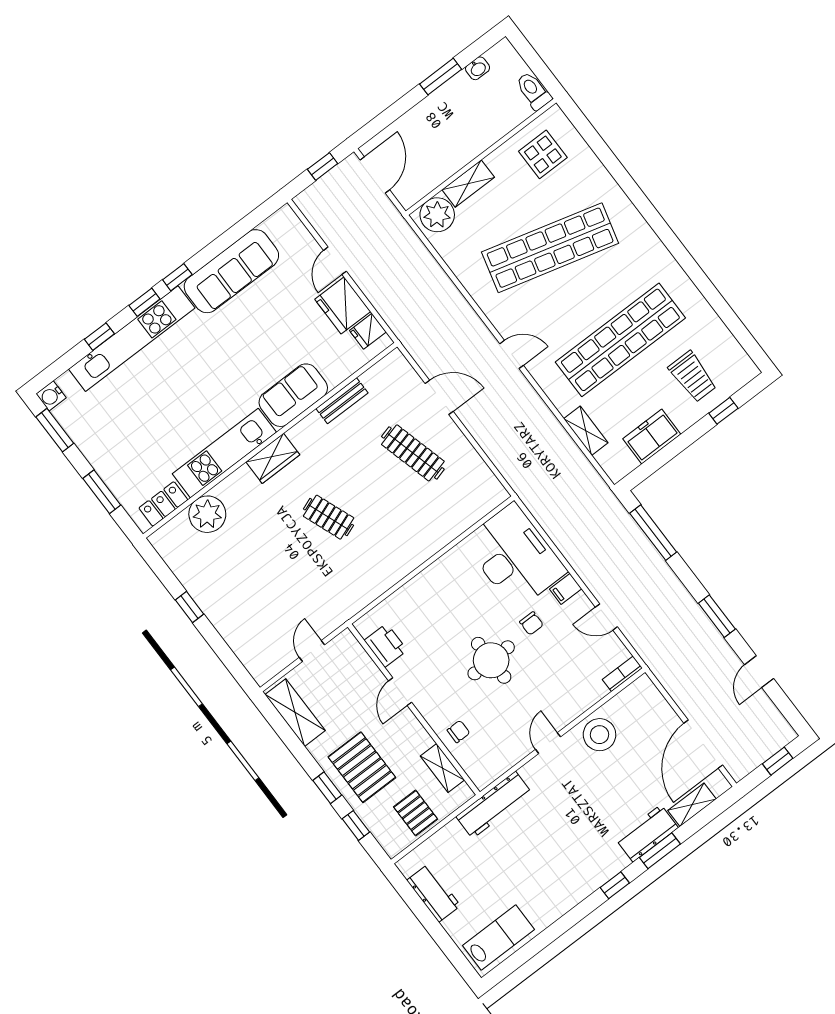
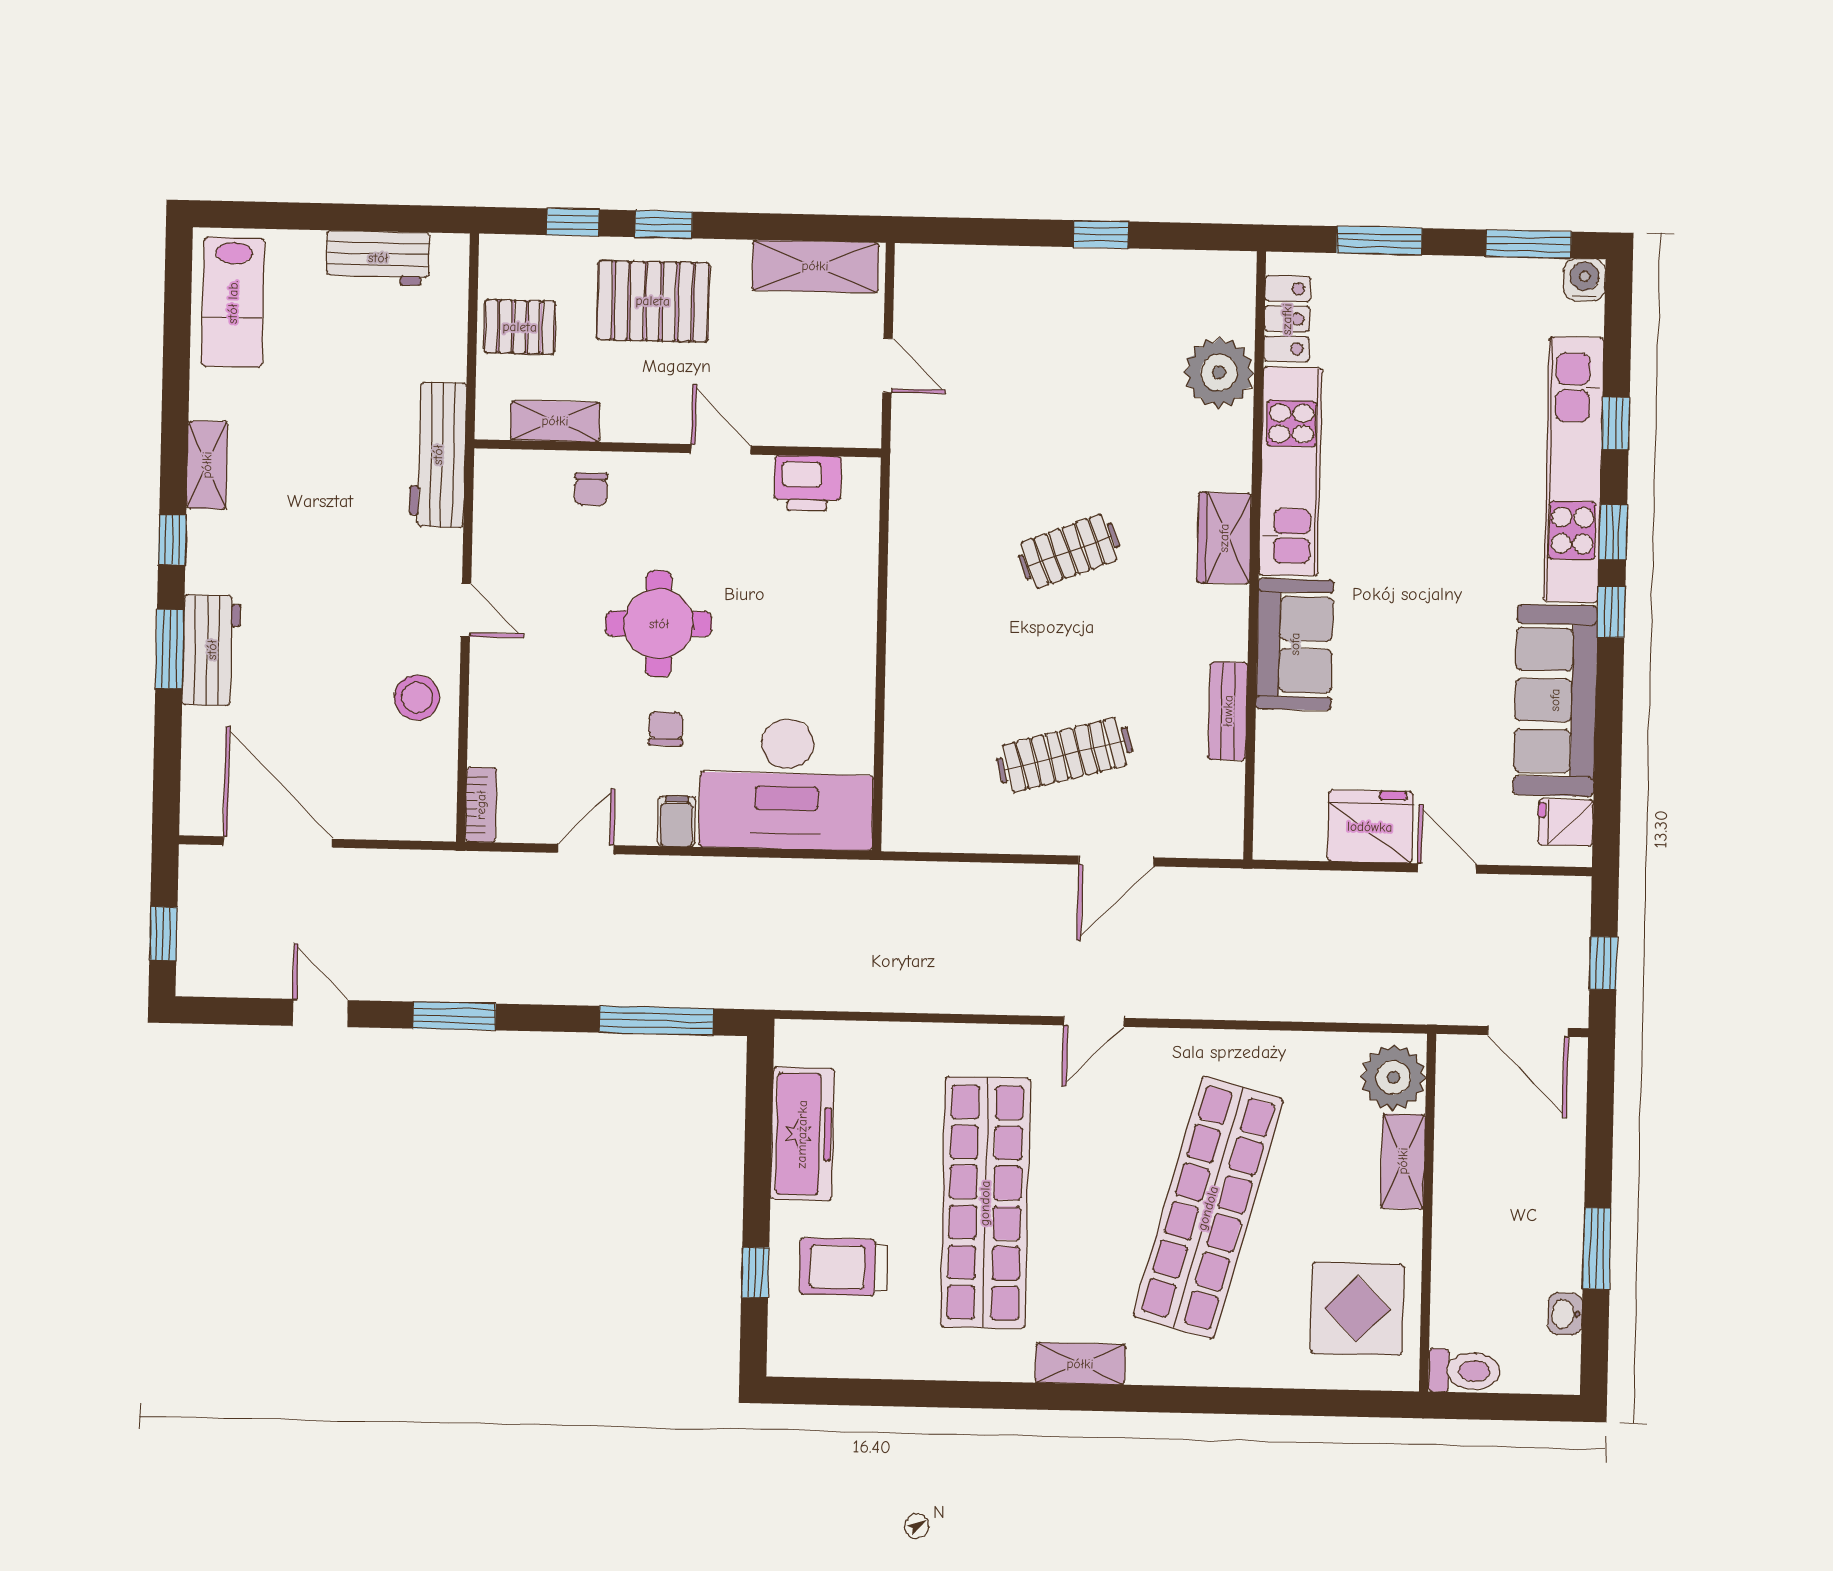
display table: (543, 154) -> (1357, 1309), width x1.36, depth x1.36
fridge: (368, 331) -> (1566, 822), moved, turned -90
shelving: (586, 431) -> (1080, 1364), moved
freezer: (652, 436) -> (802, 1134), width x1.40
chair: (531, 623) -> (666, 729), turned 90
stool: (600, 735) -> (417, 697), width x0.73, depth x0.73
shelving: (692, 805) -> (207, 465), moved

